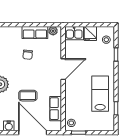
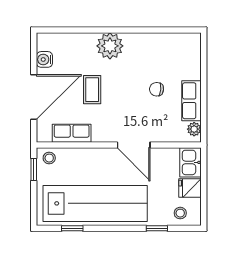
lab bench: (100, 94) -> (95, 203), width x1.86, depth x1.39

